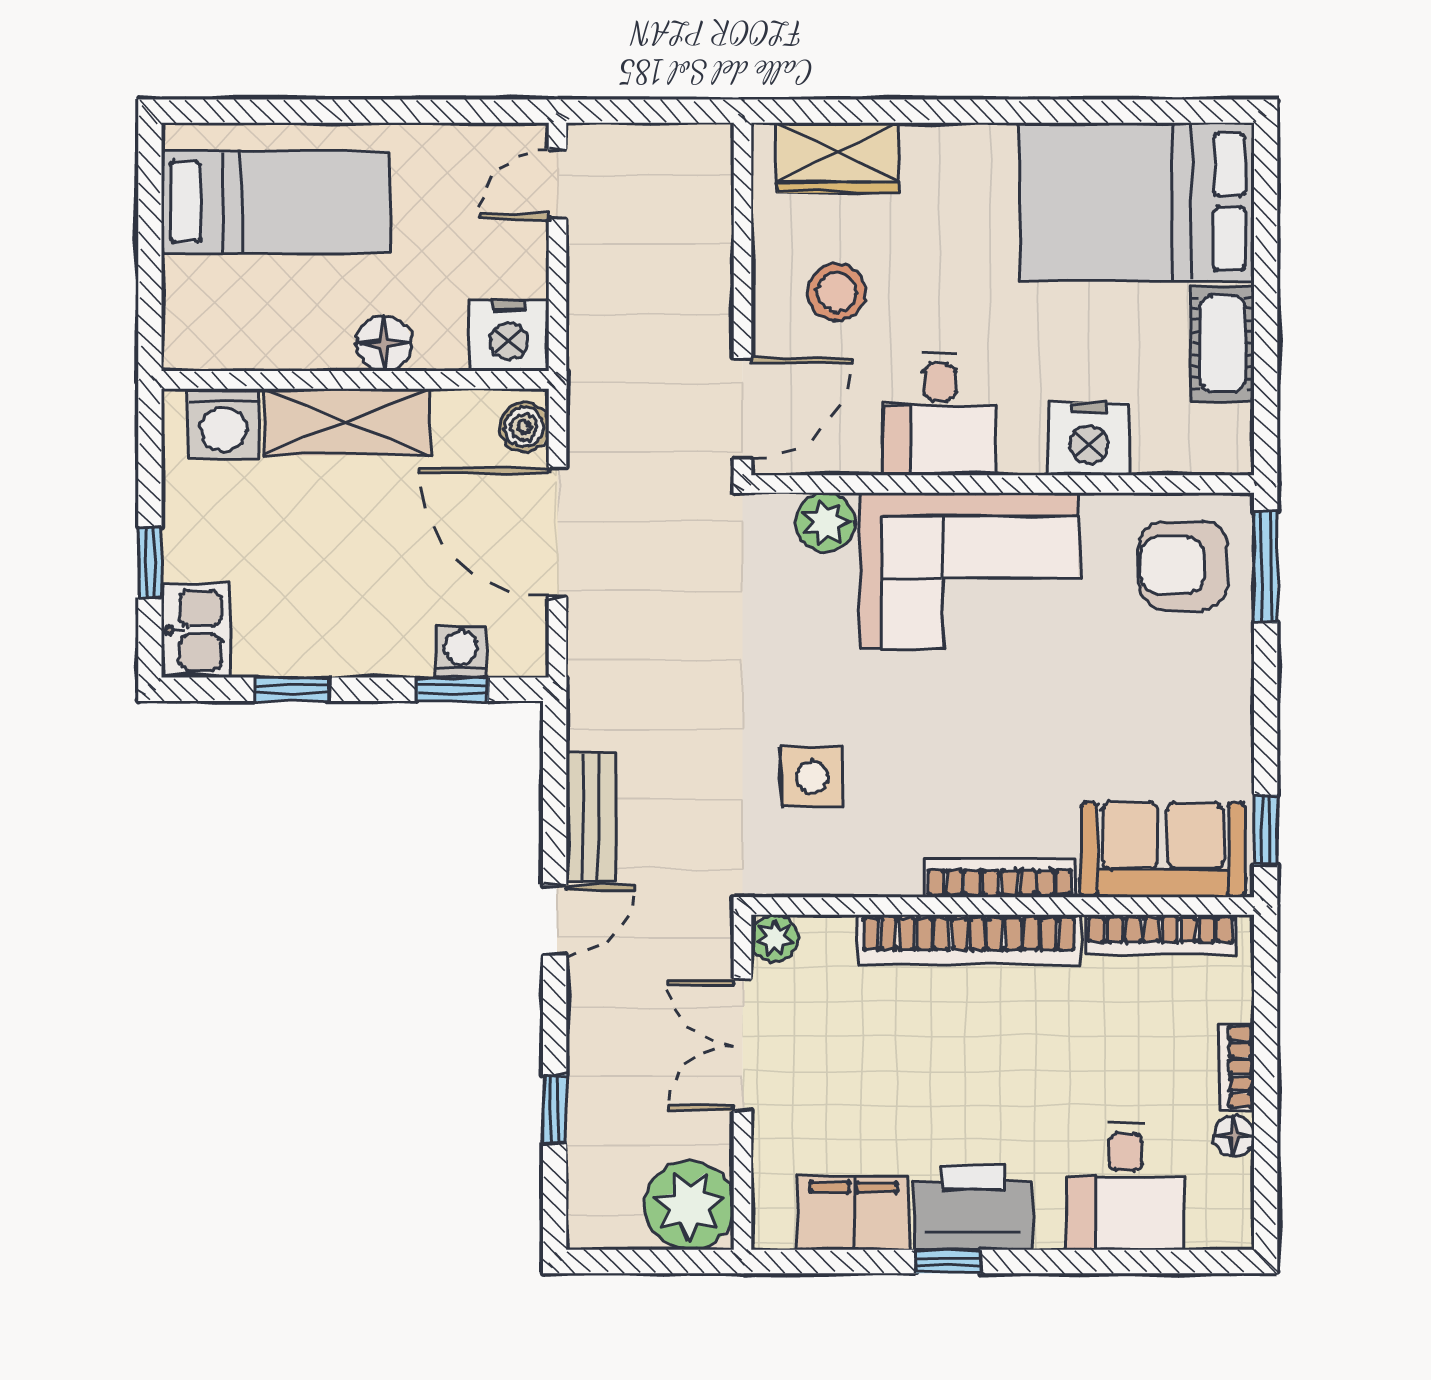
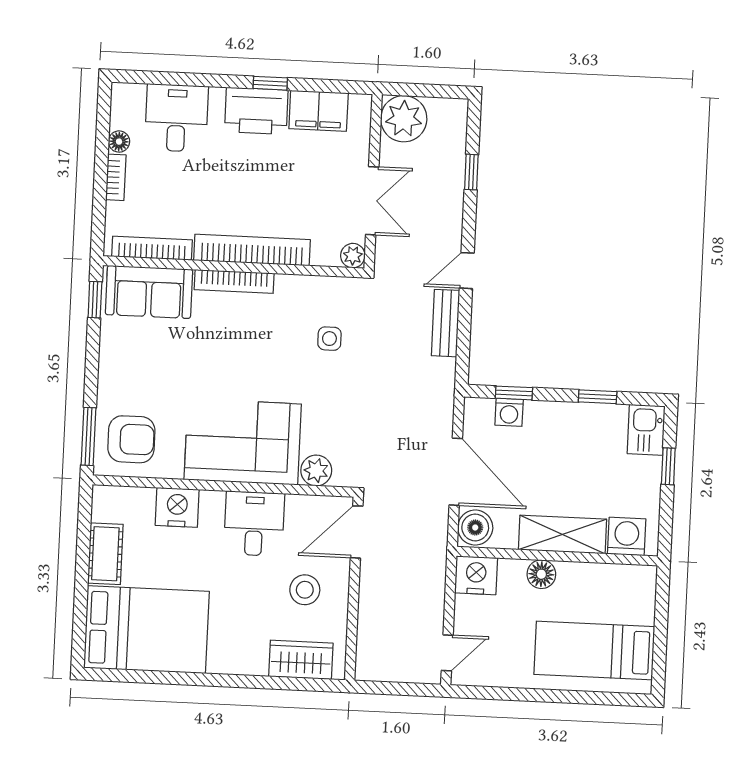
boiler: (524, 427) -> (475, 528), width x1.36, depth x1.36
side table: (812, 777) -> (329, 339), width x0.73, depth x0.73

